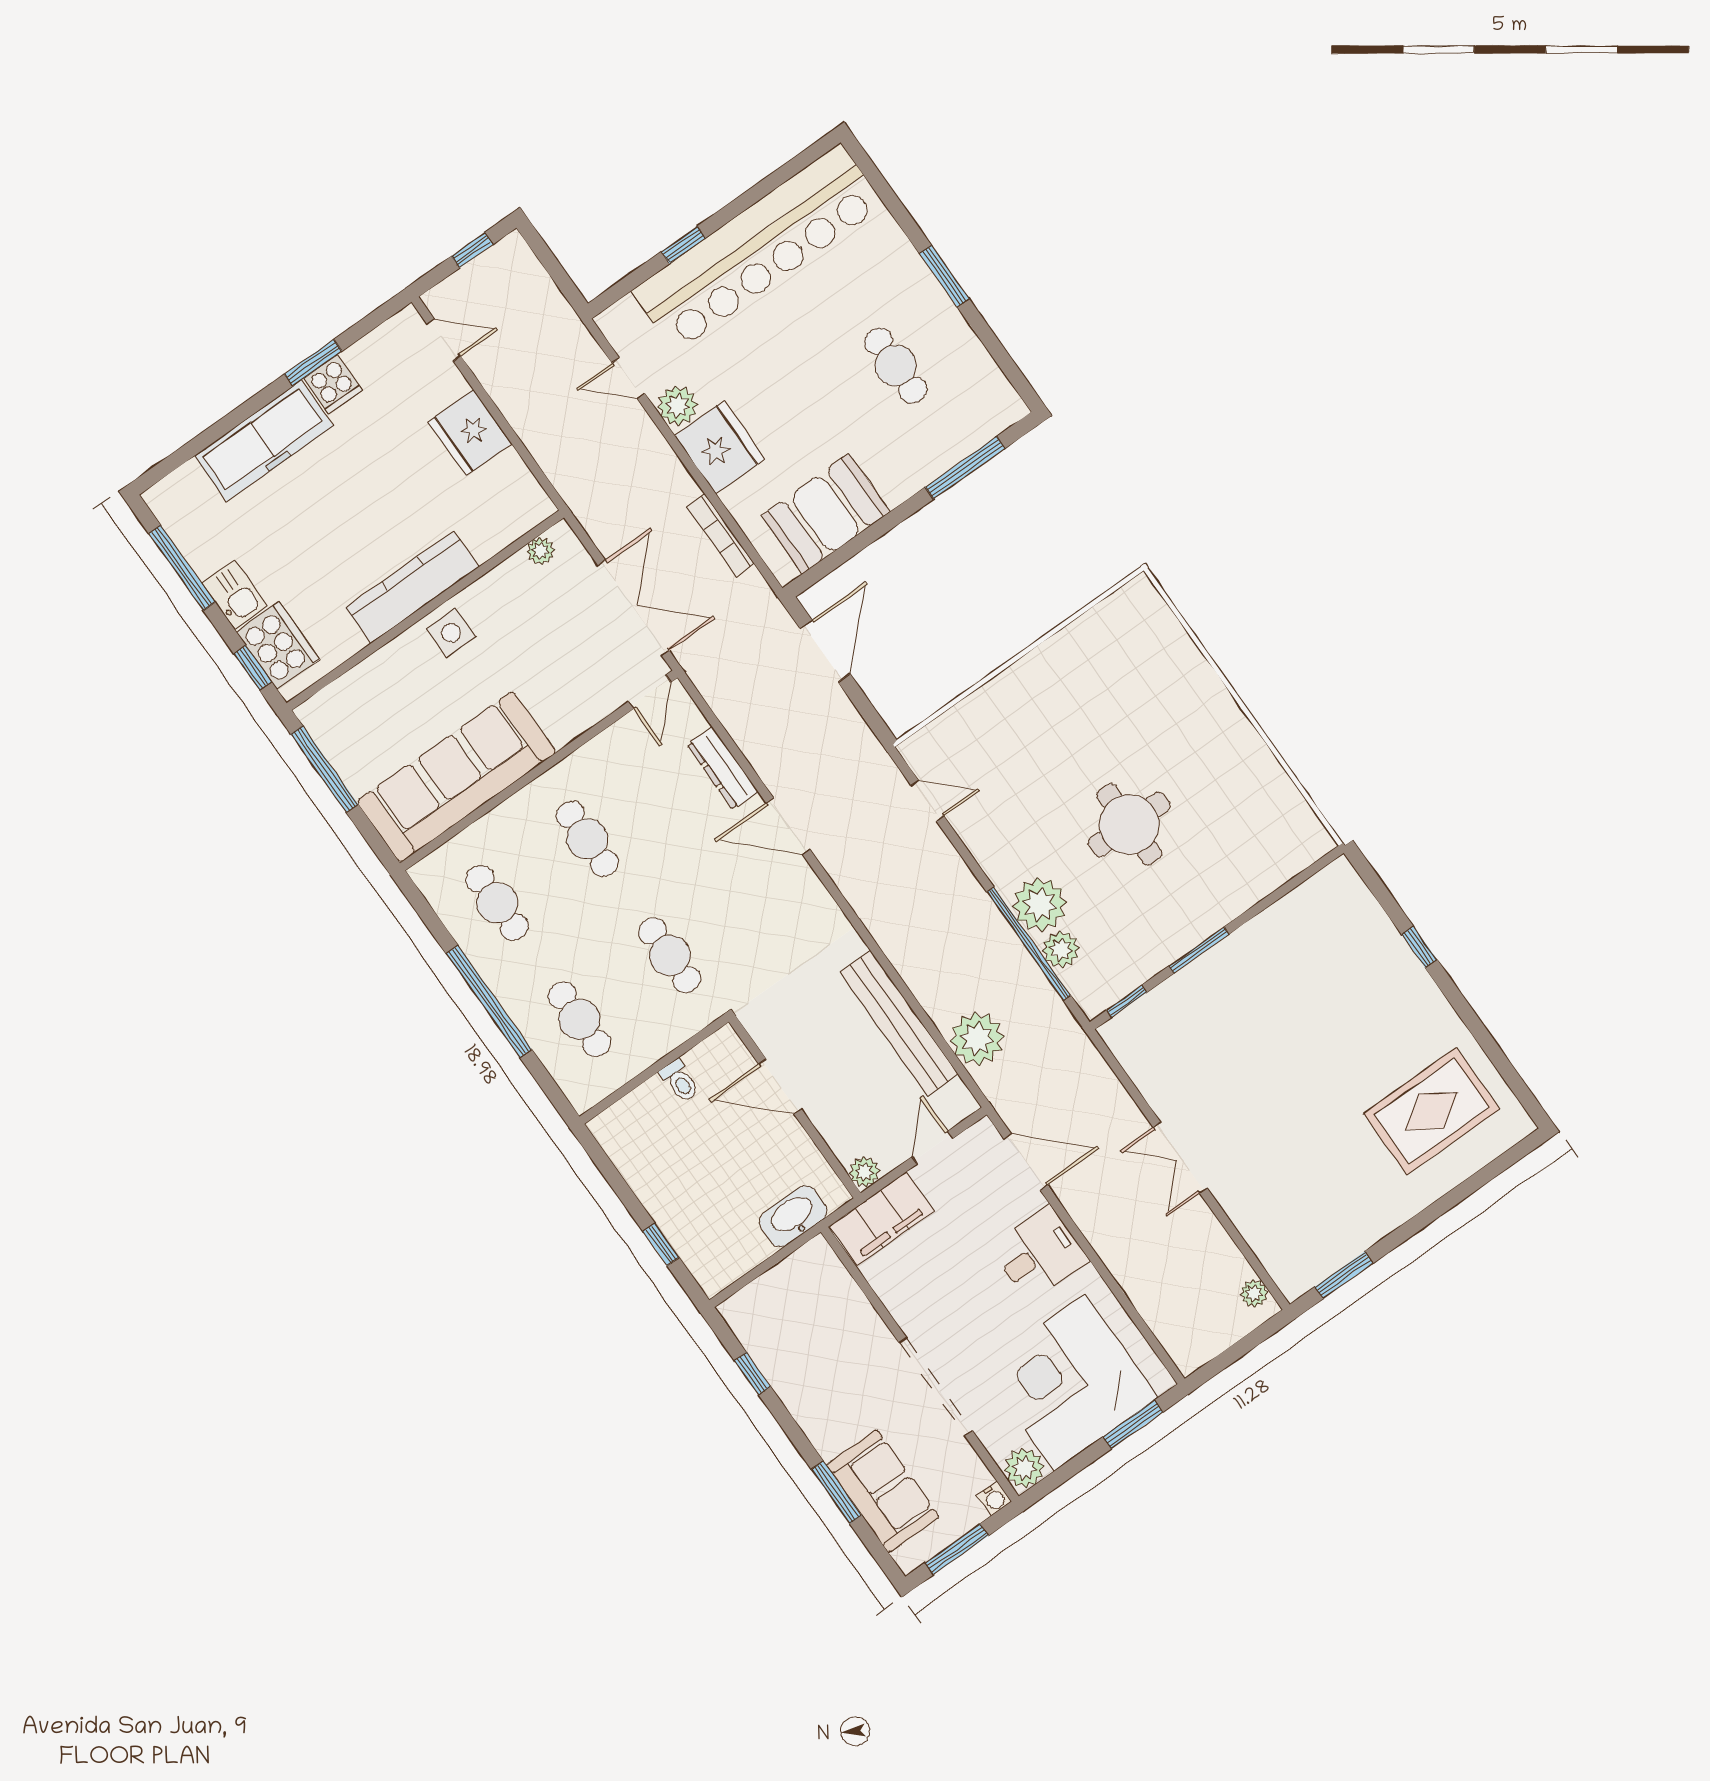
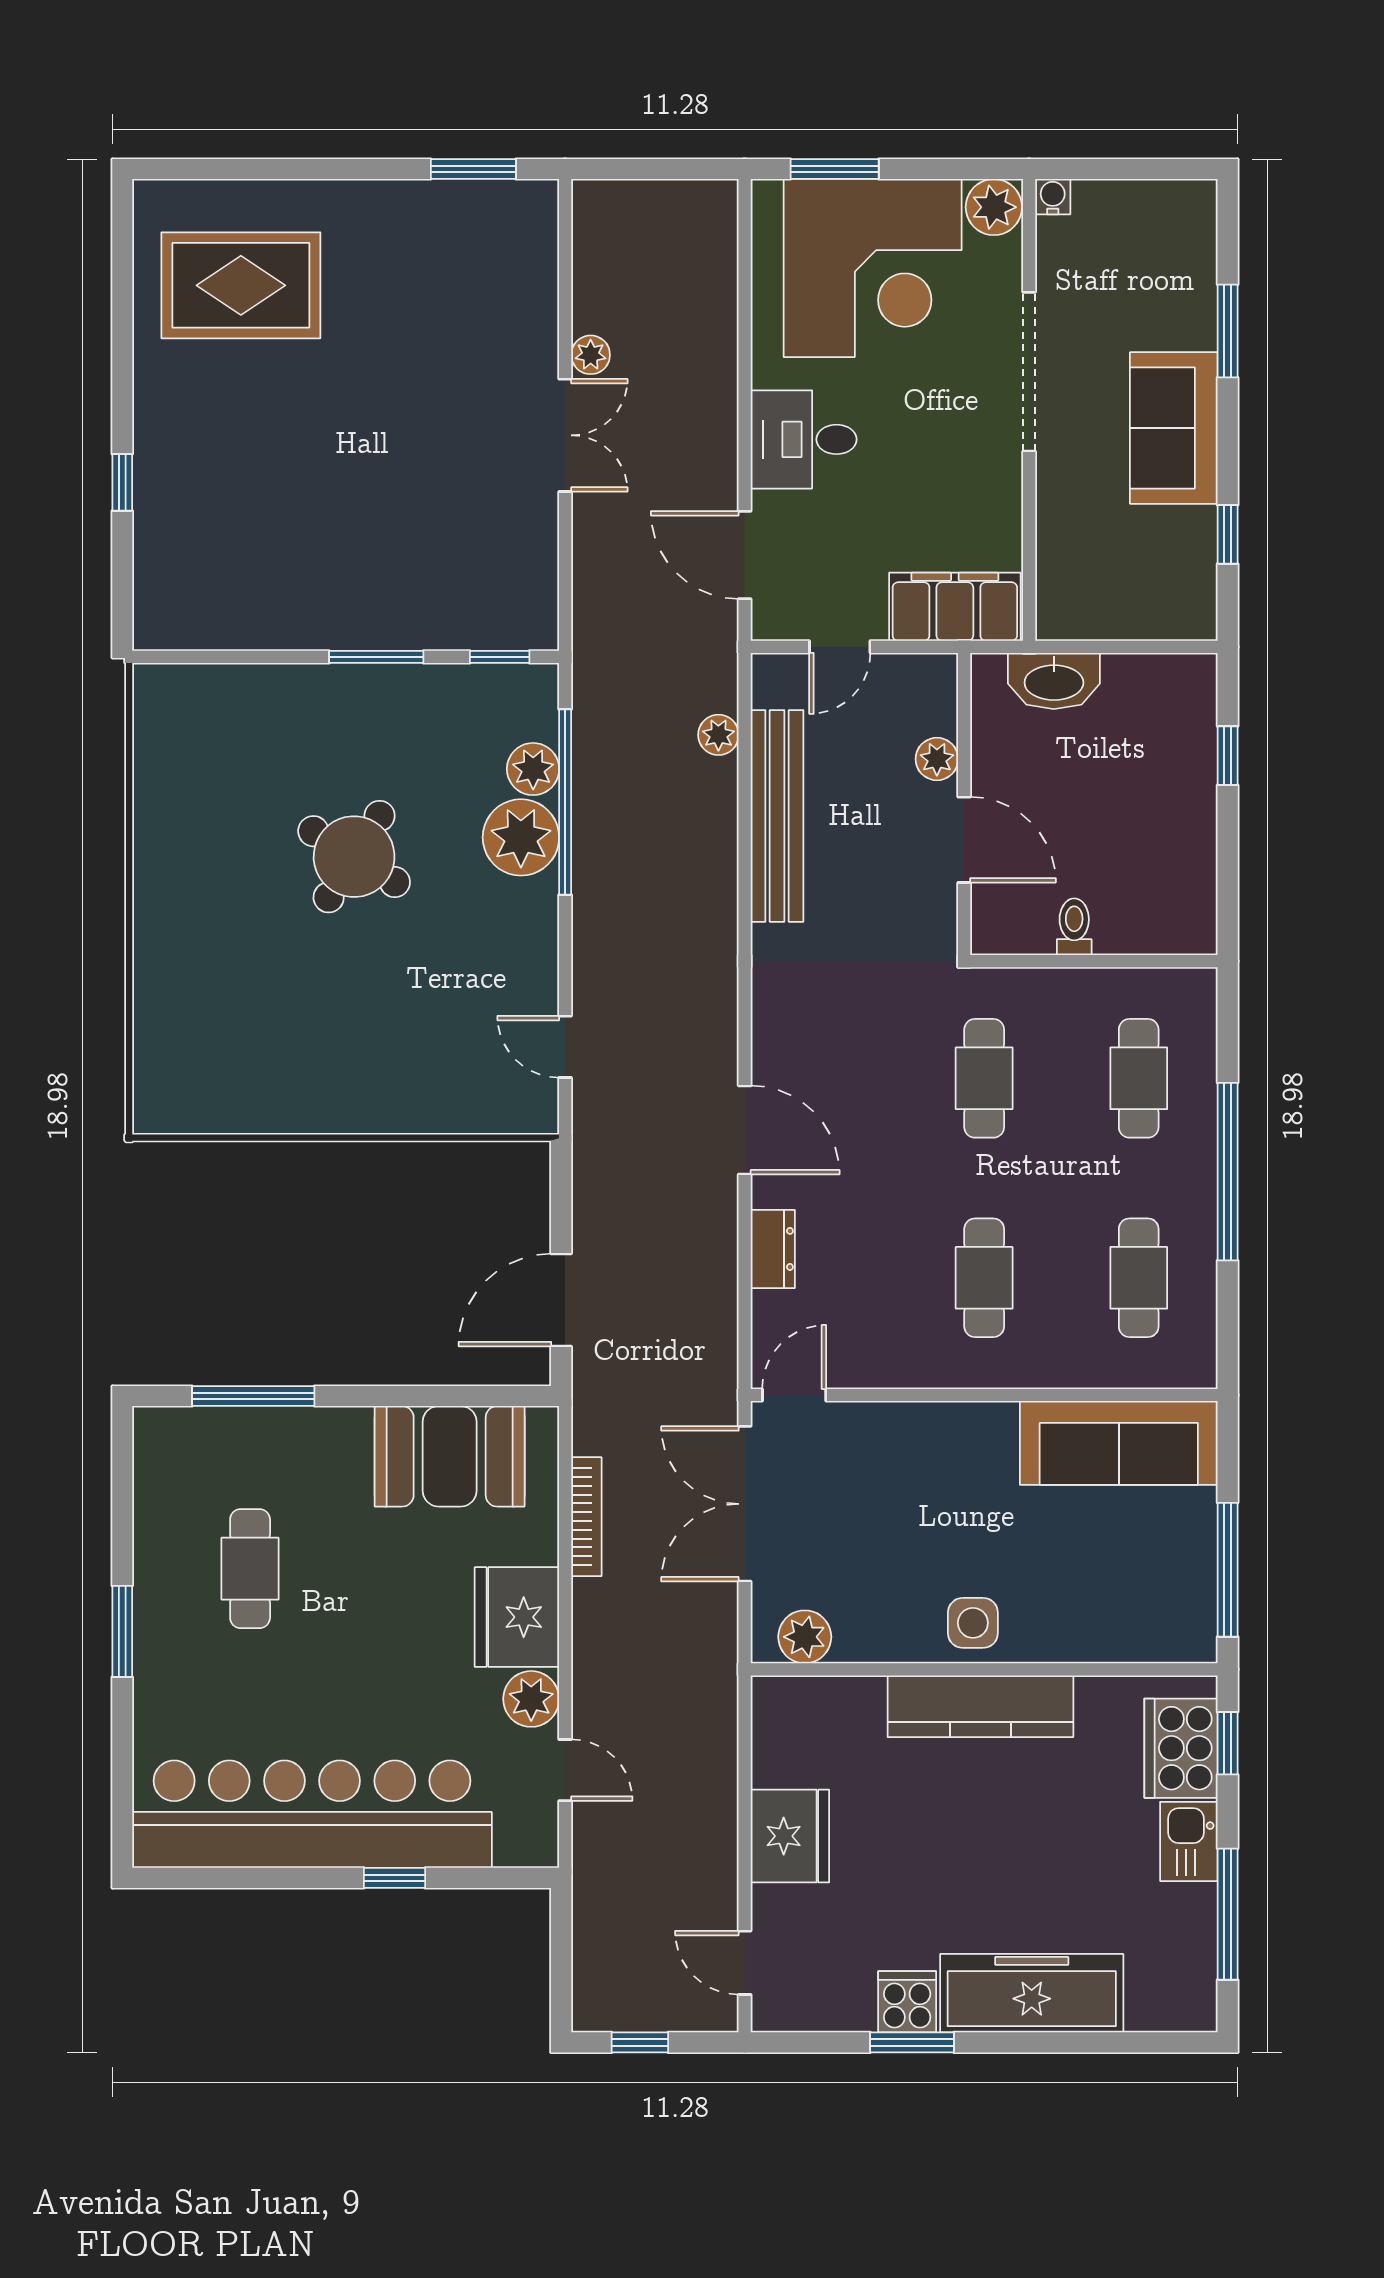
plant: (541, 551) -> (805, 1637), width x1.38, depth x1.38
dresser: (723, 768) -> (773, 1249), width x0.70
sofa: (456, 777) -> (1119, 1443), width x0.74, depth x0.79
round table: (1129, 824) -> (354, 857), turned 32
plant: (977, 1039) -> (718, 735), width x0.53, depth x0.53
plant: (864, 1172) -> (937, 759), moved
plant: (1254, 1293) -> (591, 355), moved
sofa: (883, 1491) -> (1174, 428), moved
window: (957, 1549) -> (1136, 169), removed

